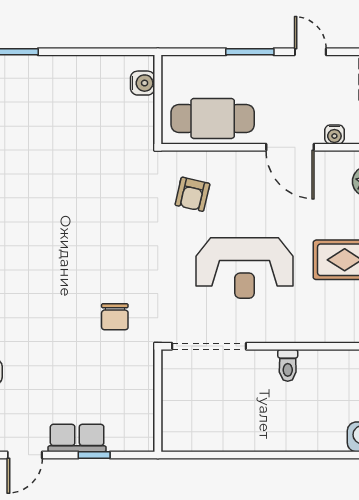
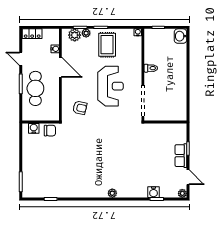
door: (310, 52) -> (21, 59), hinge flipped
cafe table: (213, 118) -> (35, 88), moved
door: (290, 147) -> (60, 67), hinge flipped
chair: (115, 317) -> (50, 131), moved

